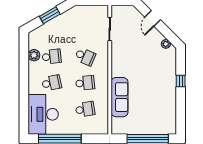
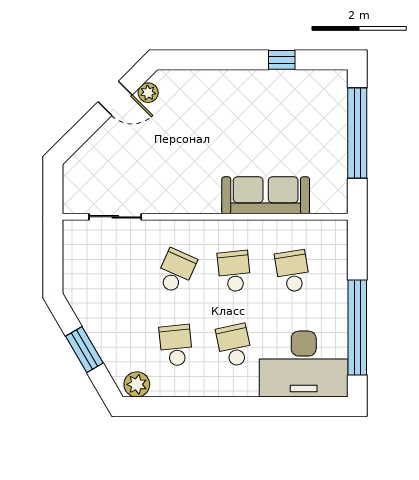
door: (153, 18) -> (115, 98), moved
plant: (34, 55) -> (137, 384), moved
window: (181, 81) -> (282, 60), moved

